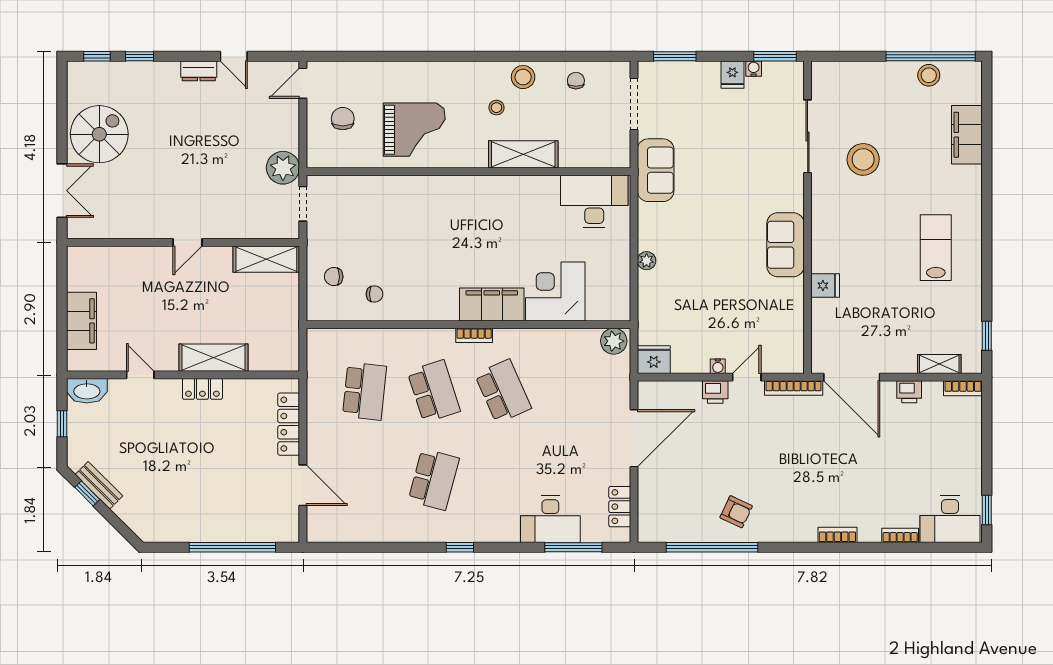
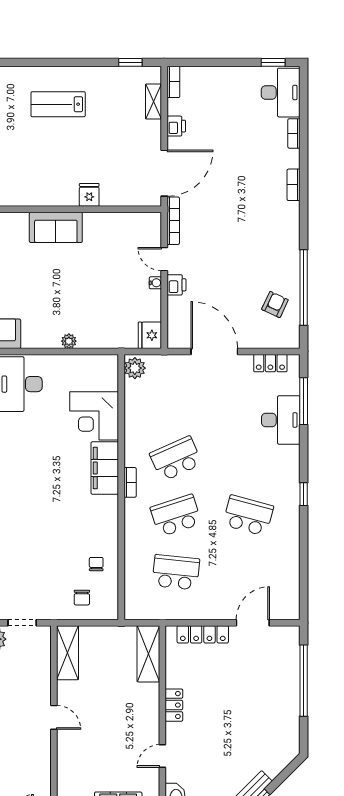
shelving: (213, 358) -> (148, 654), moved
armchair: (736, 512) -> (275, 305), moved

